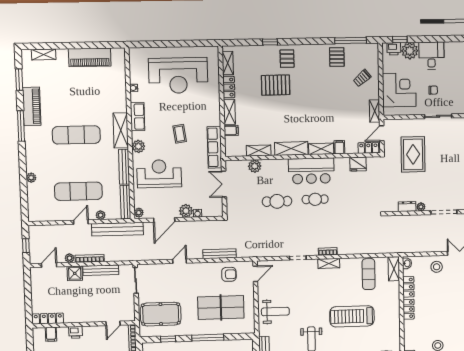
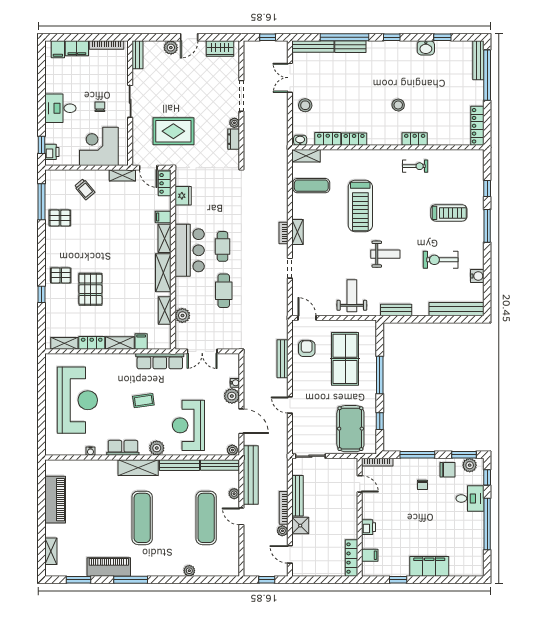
plant: (410, 51) -> (54, 133), removed

